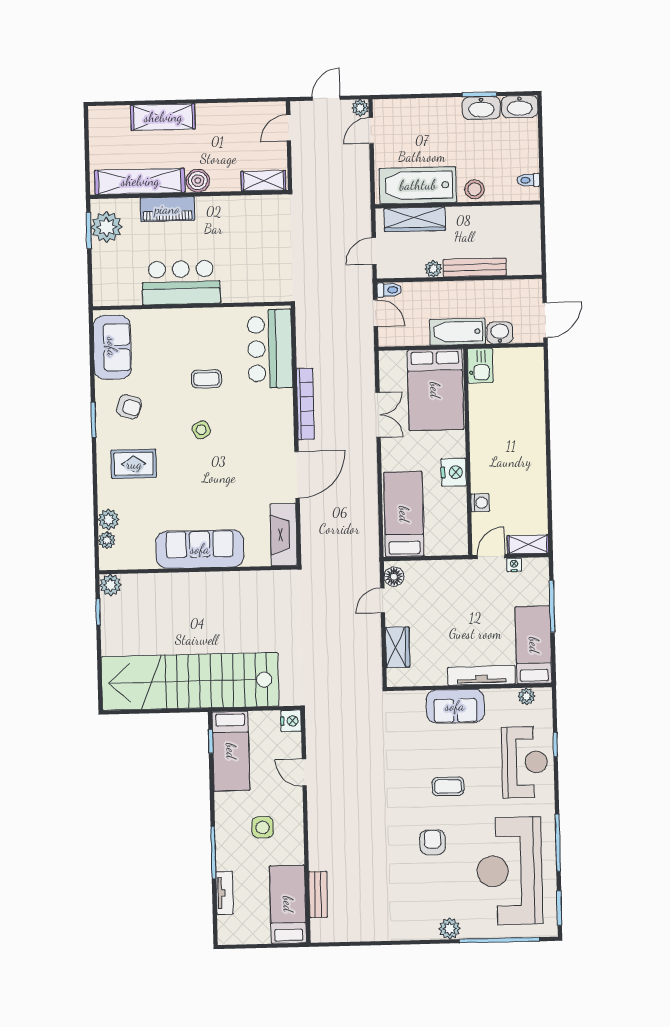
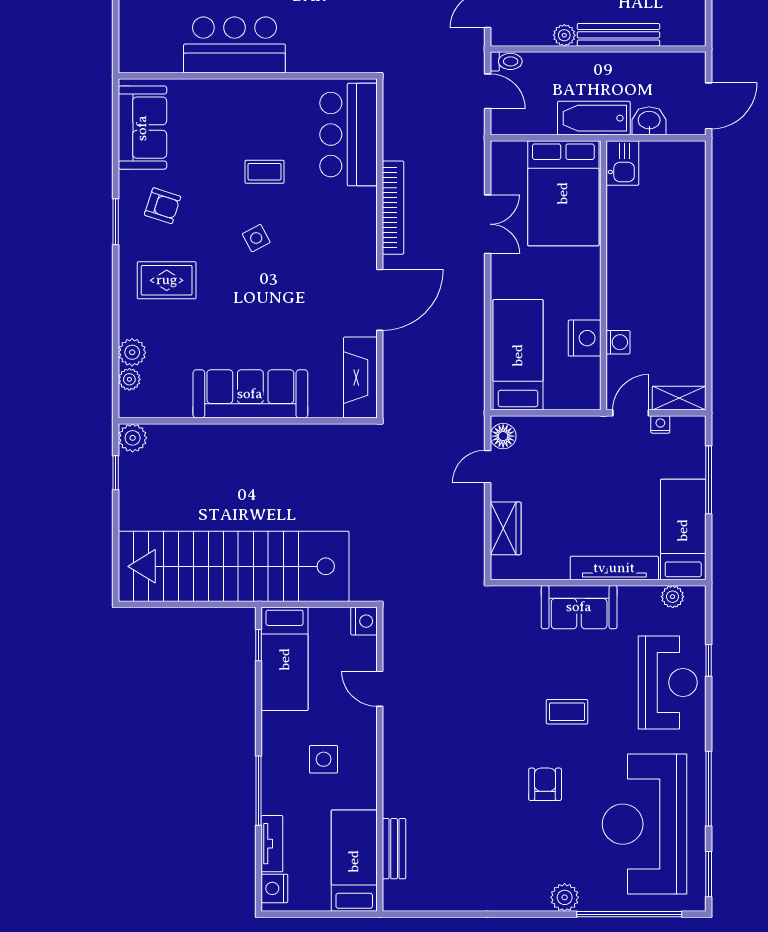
nightstand: (454, 472) -> (585, 338), moved
nightstand: (227, 927) -> (274, 888), added

